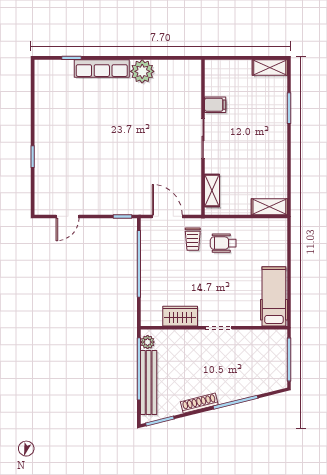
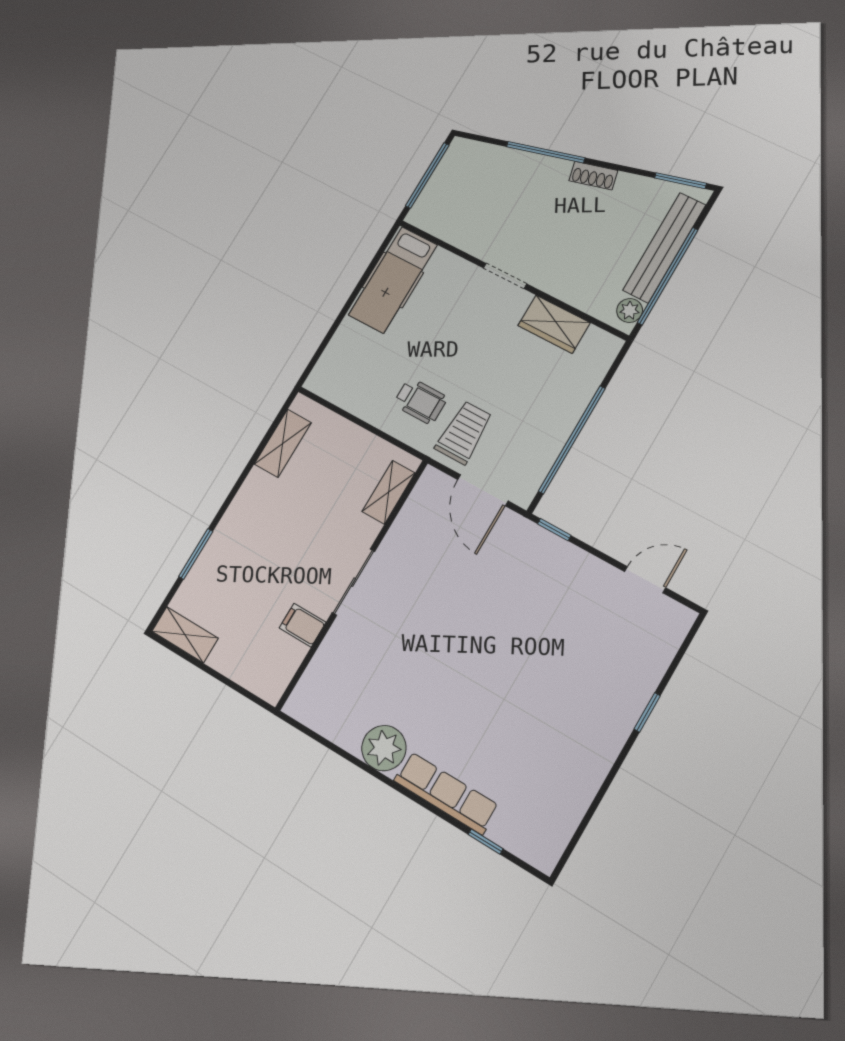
shelving: (269, 207) -> (283, 443), moved, turned 90
trolley: (193, 239) -> (464, 433), width x1.36, depth x1.39
shoe rack: (199, 403) -> (593, 176), width x0.70

